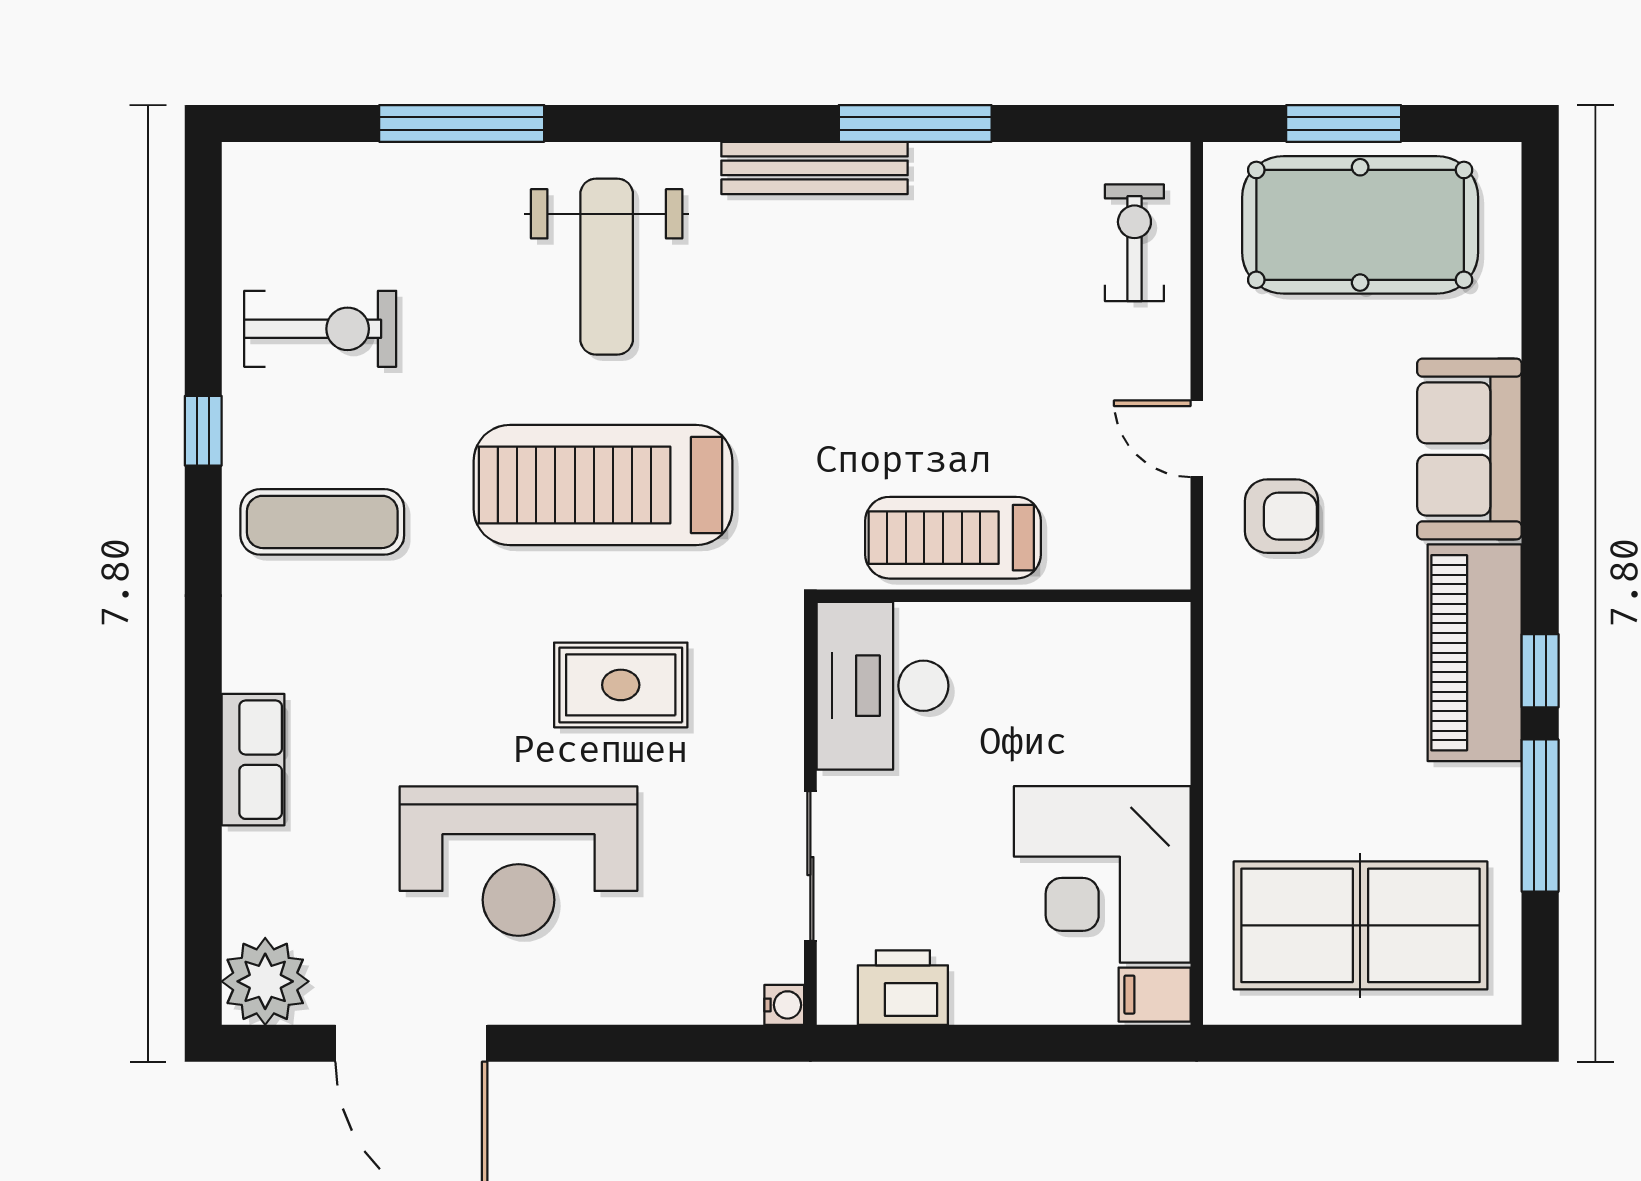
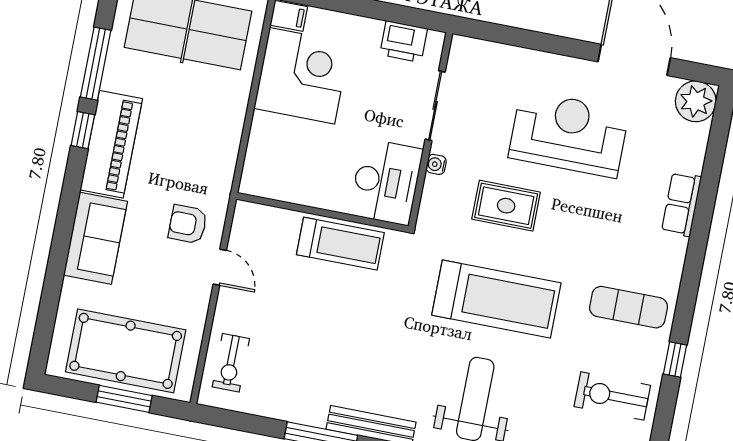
water cooler: (784, 1005) -> (436, 164), moved

